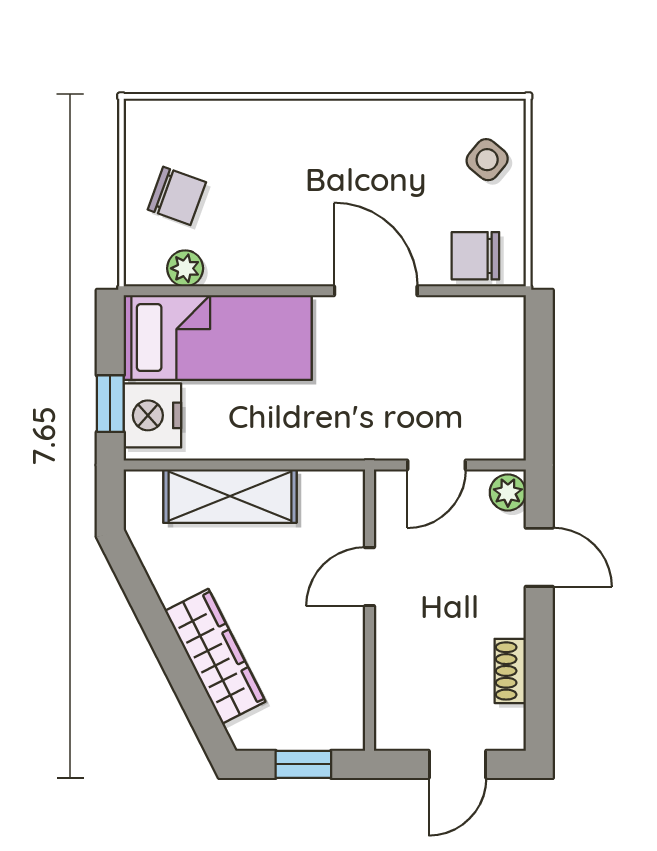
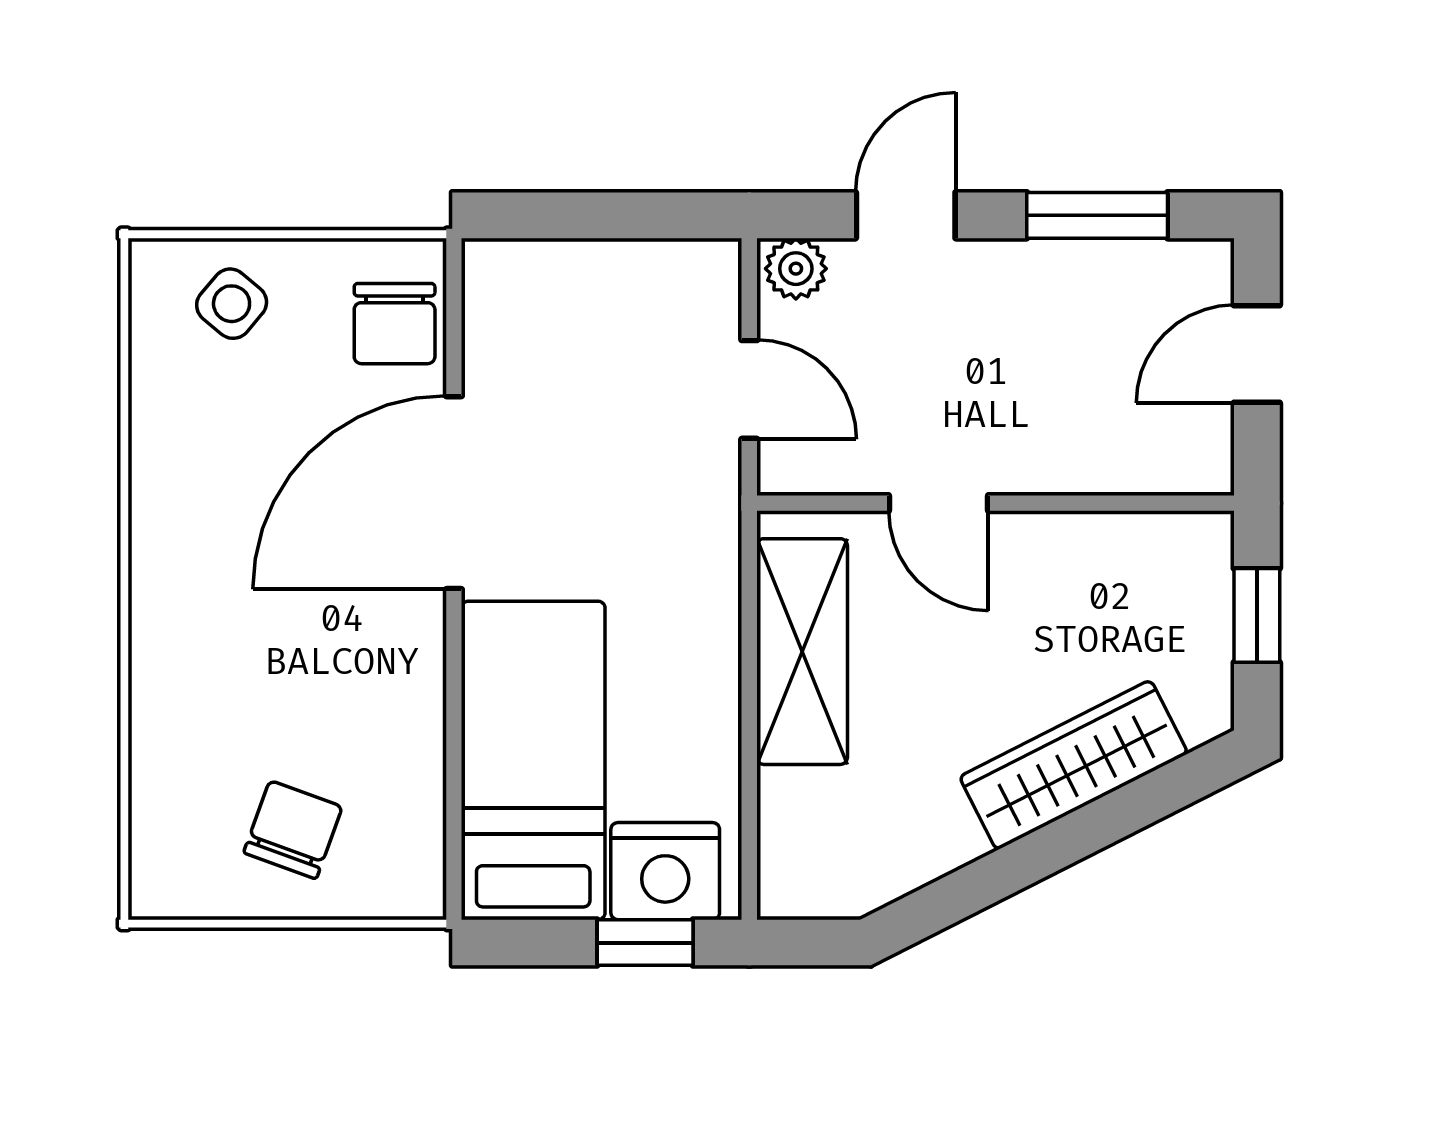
plant: (185, 268) -> (416, 816), removed
door: (376, 291) -> (454, 493), width x1.36
shelving: (230, 496) -> (802, 652), moved
window: (539, 670) -> (1097, 215), added
shoe rack: (510, 671) -> (1098, 264), removed
door: (457, 764) -> (1257, 354), swing flipped

